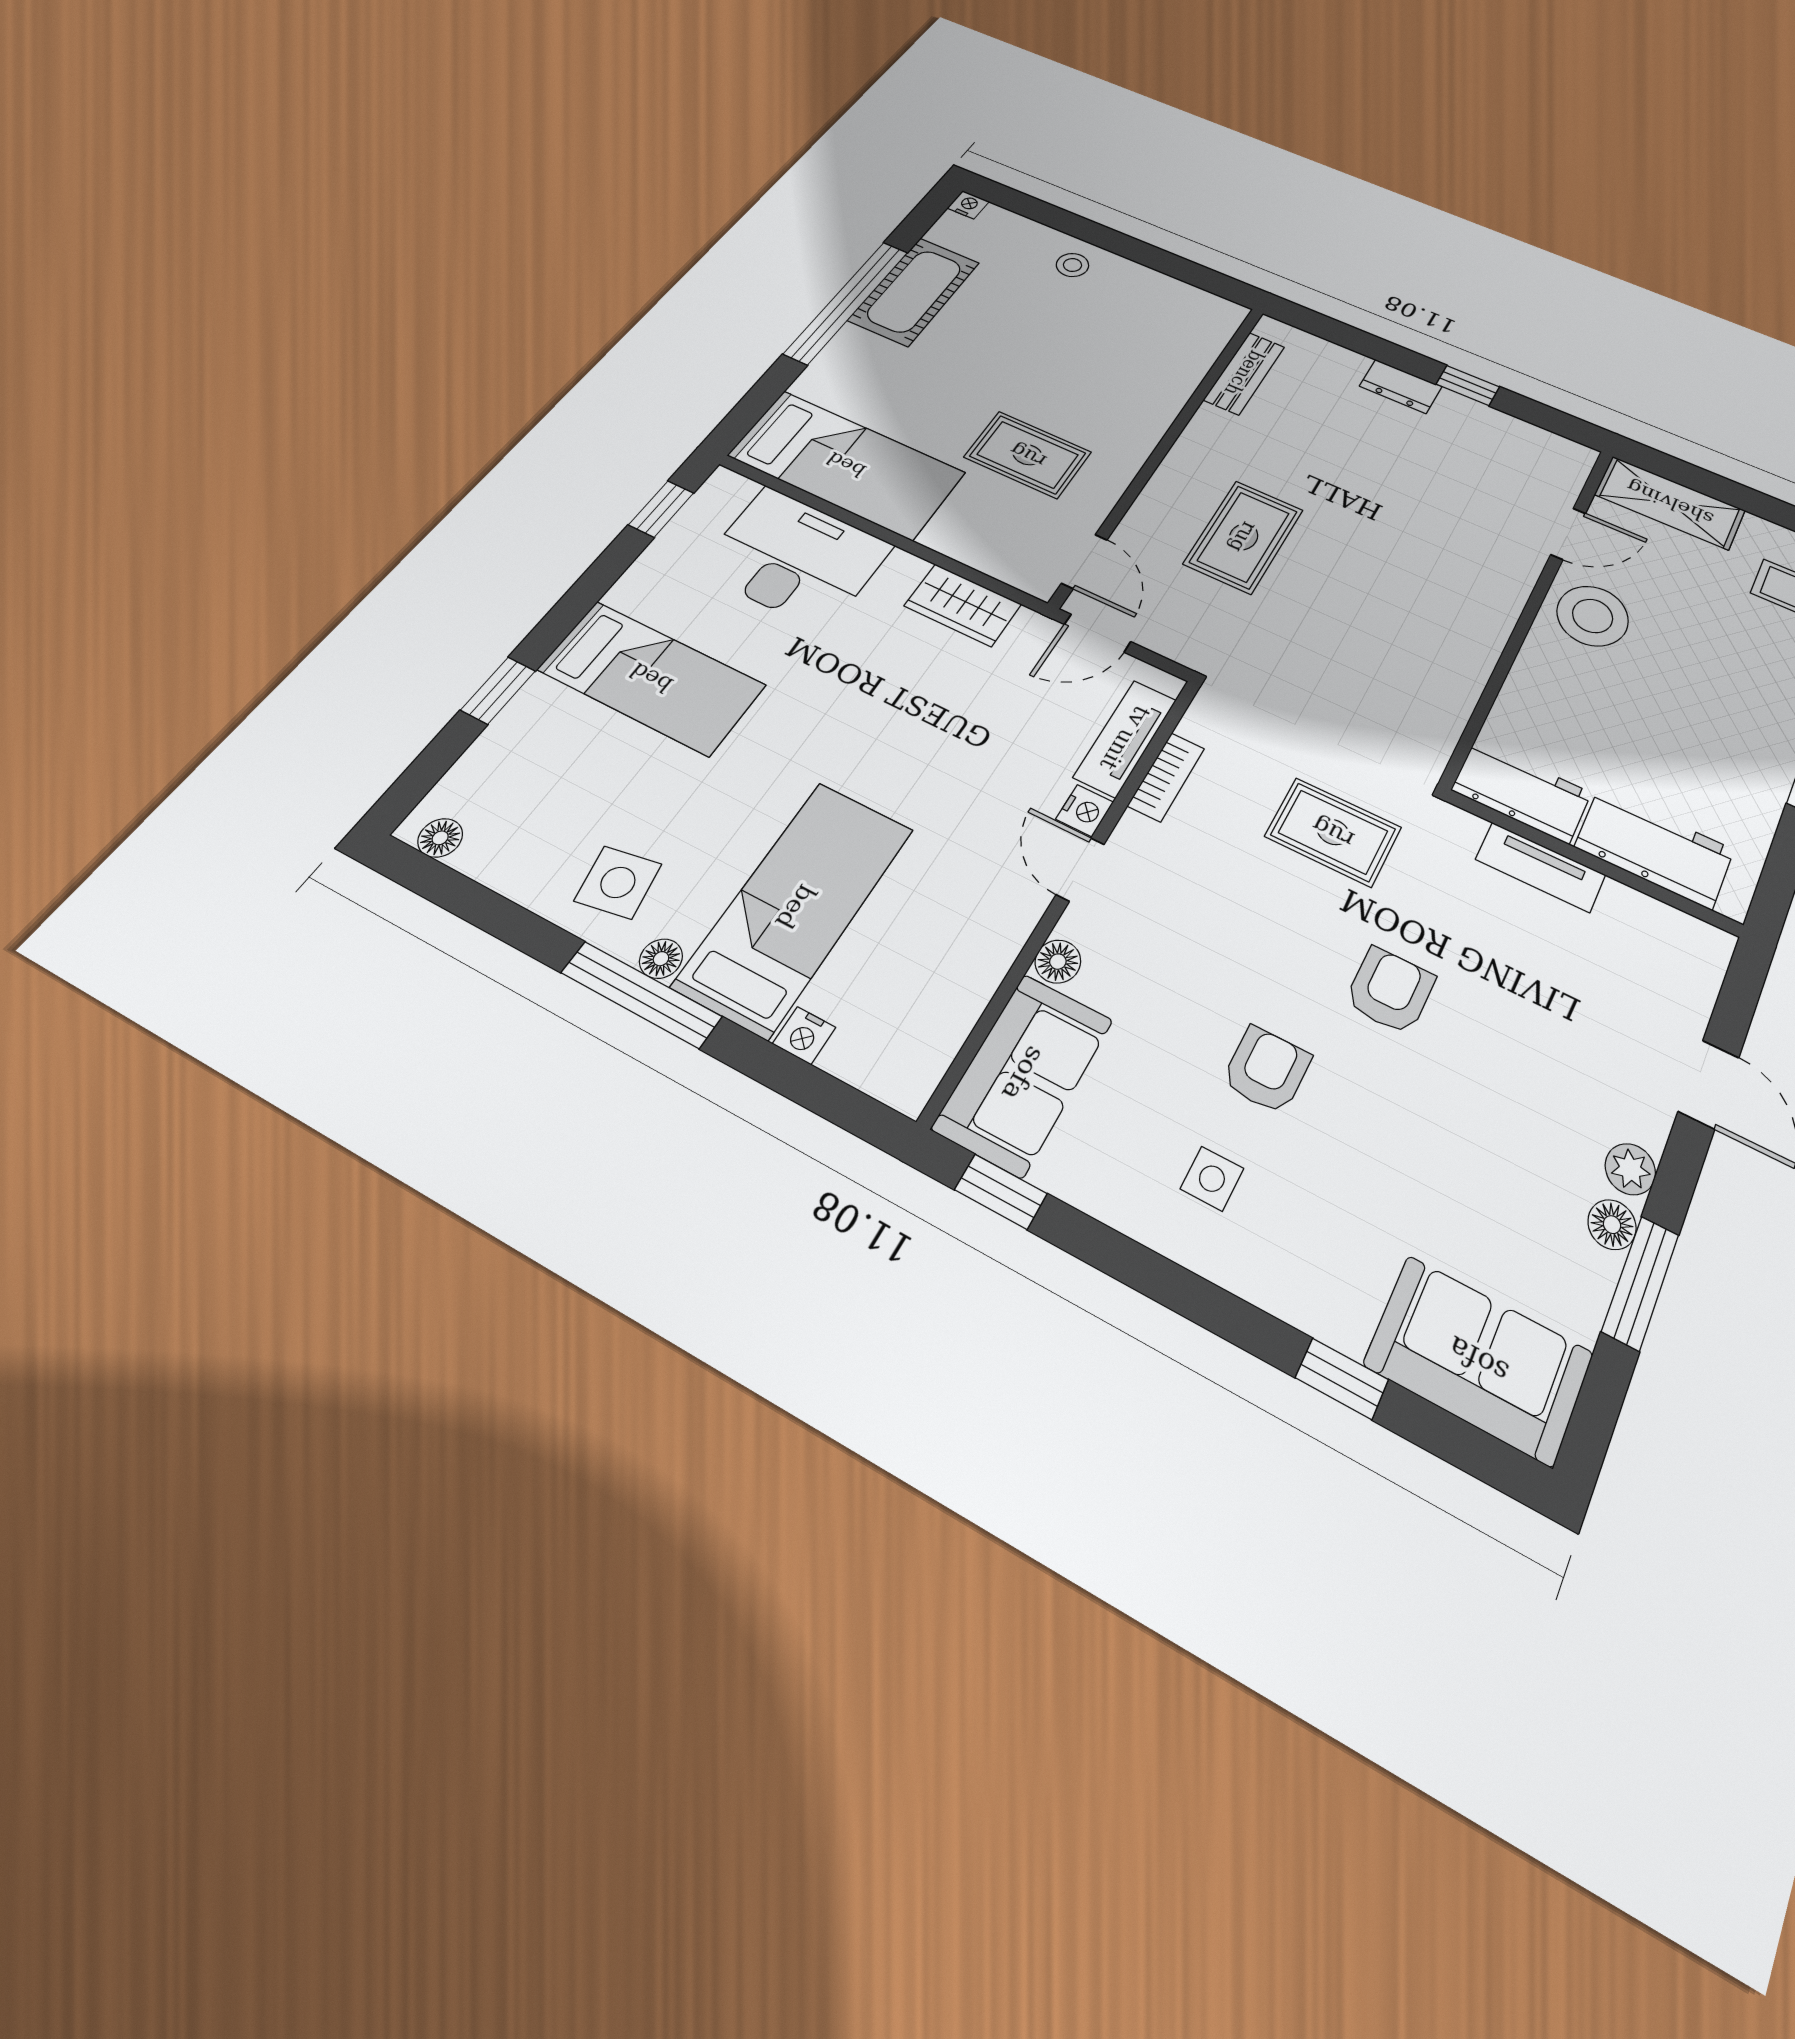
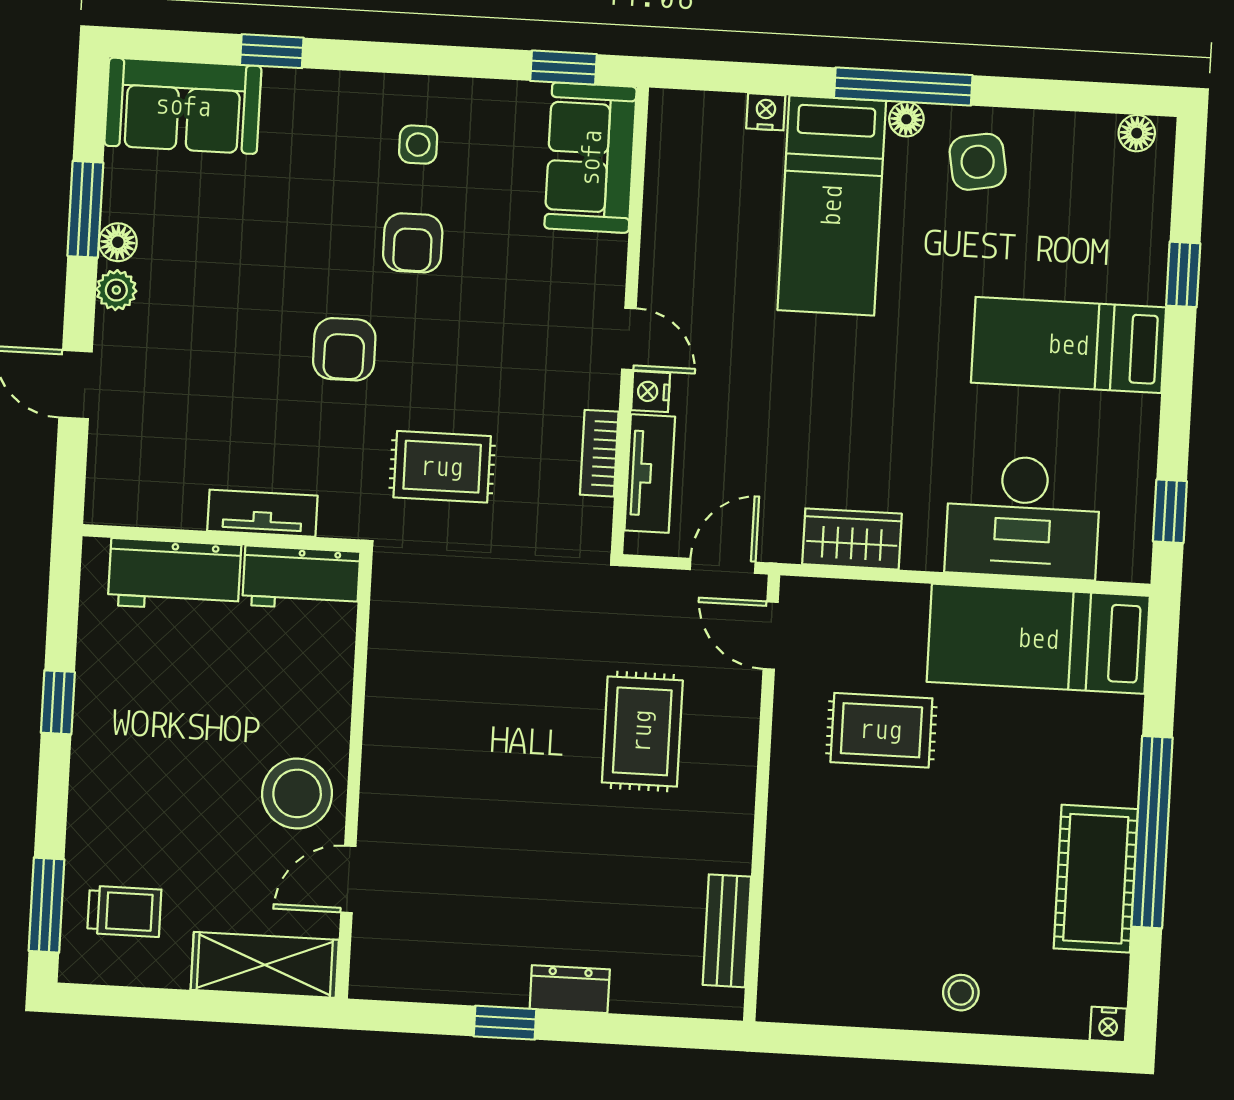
floor lamp: (1058, 962) -> (608, 255), removed

